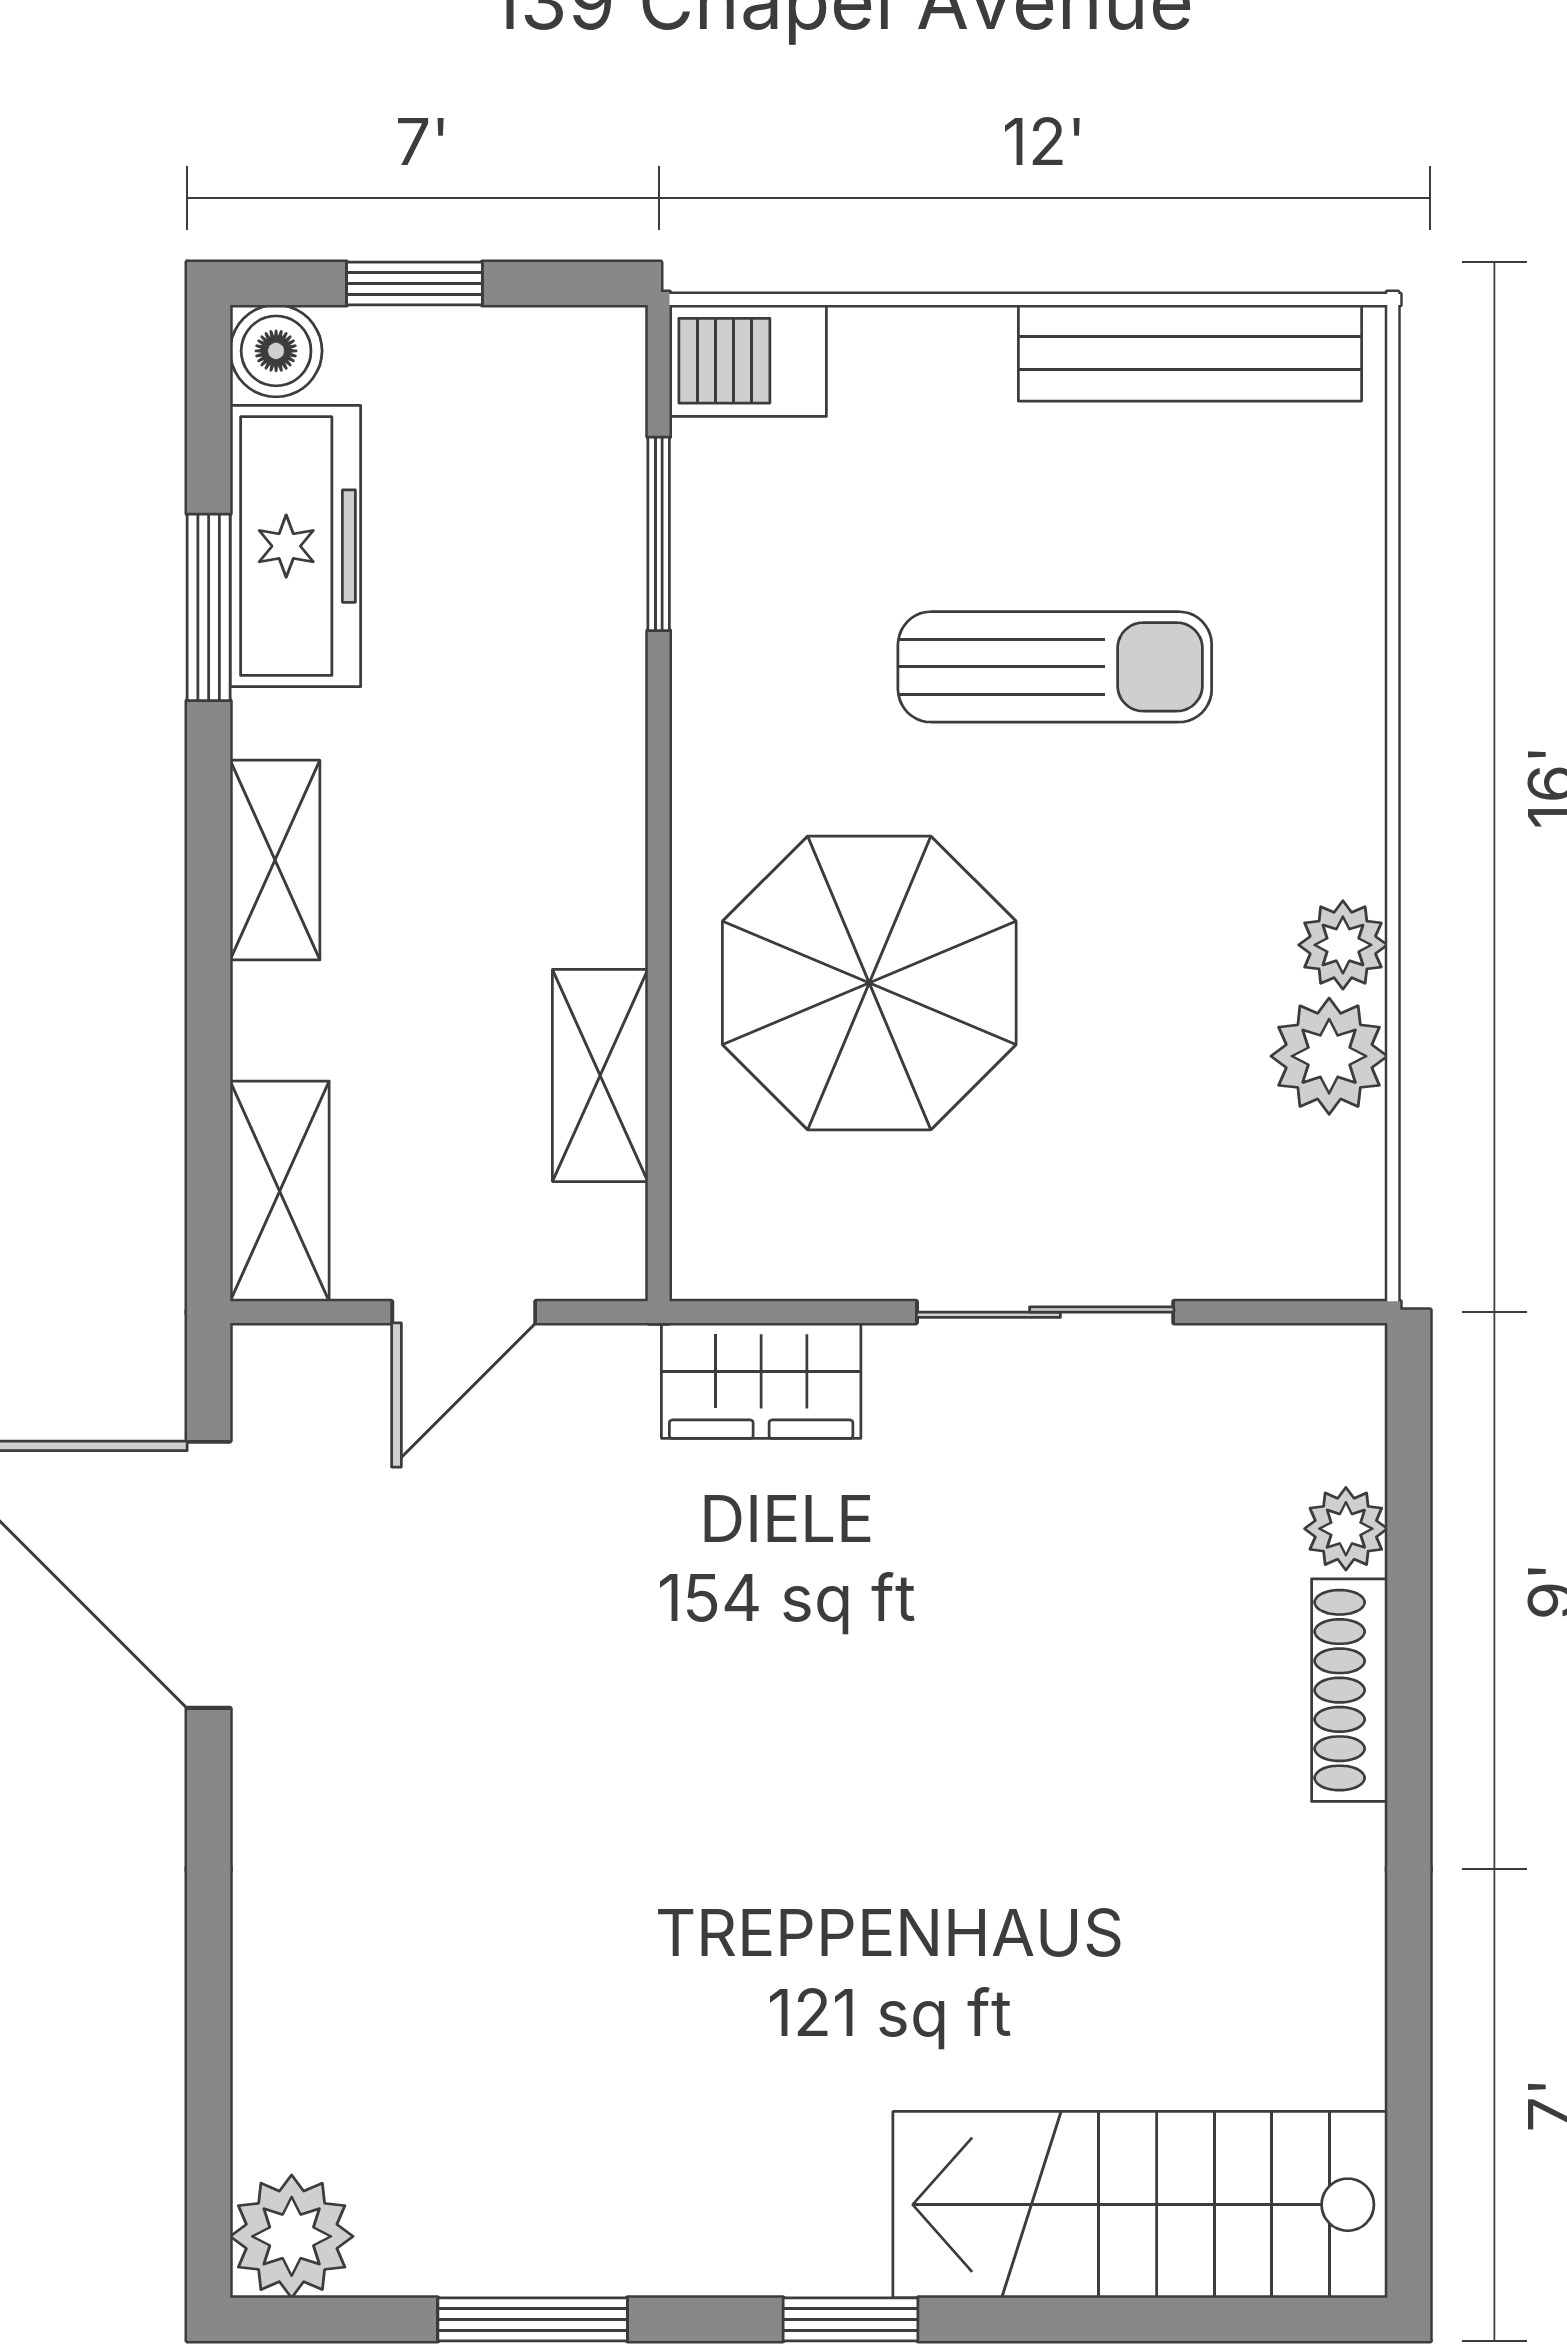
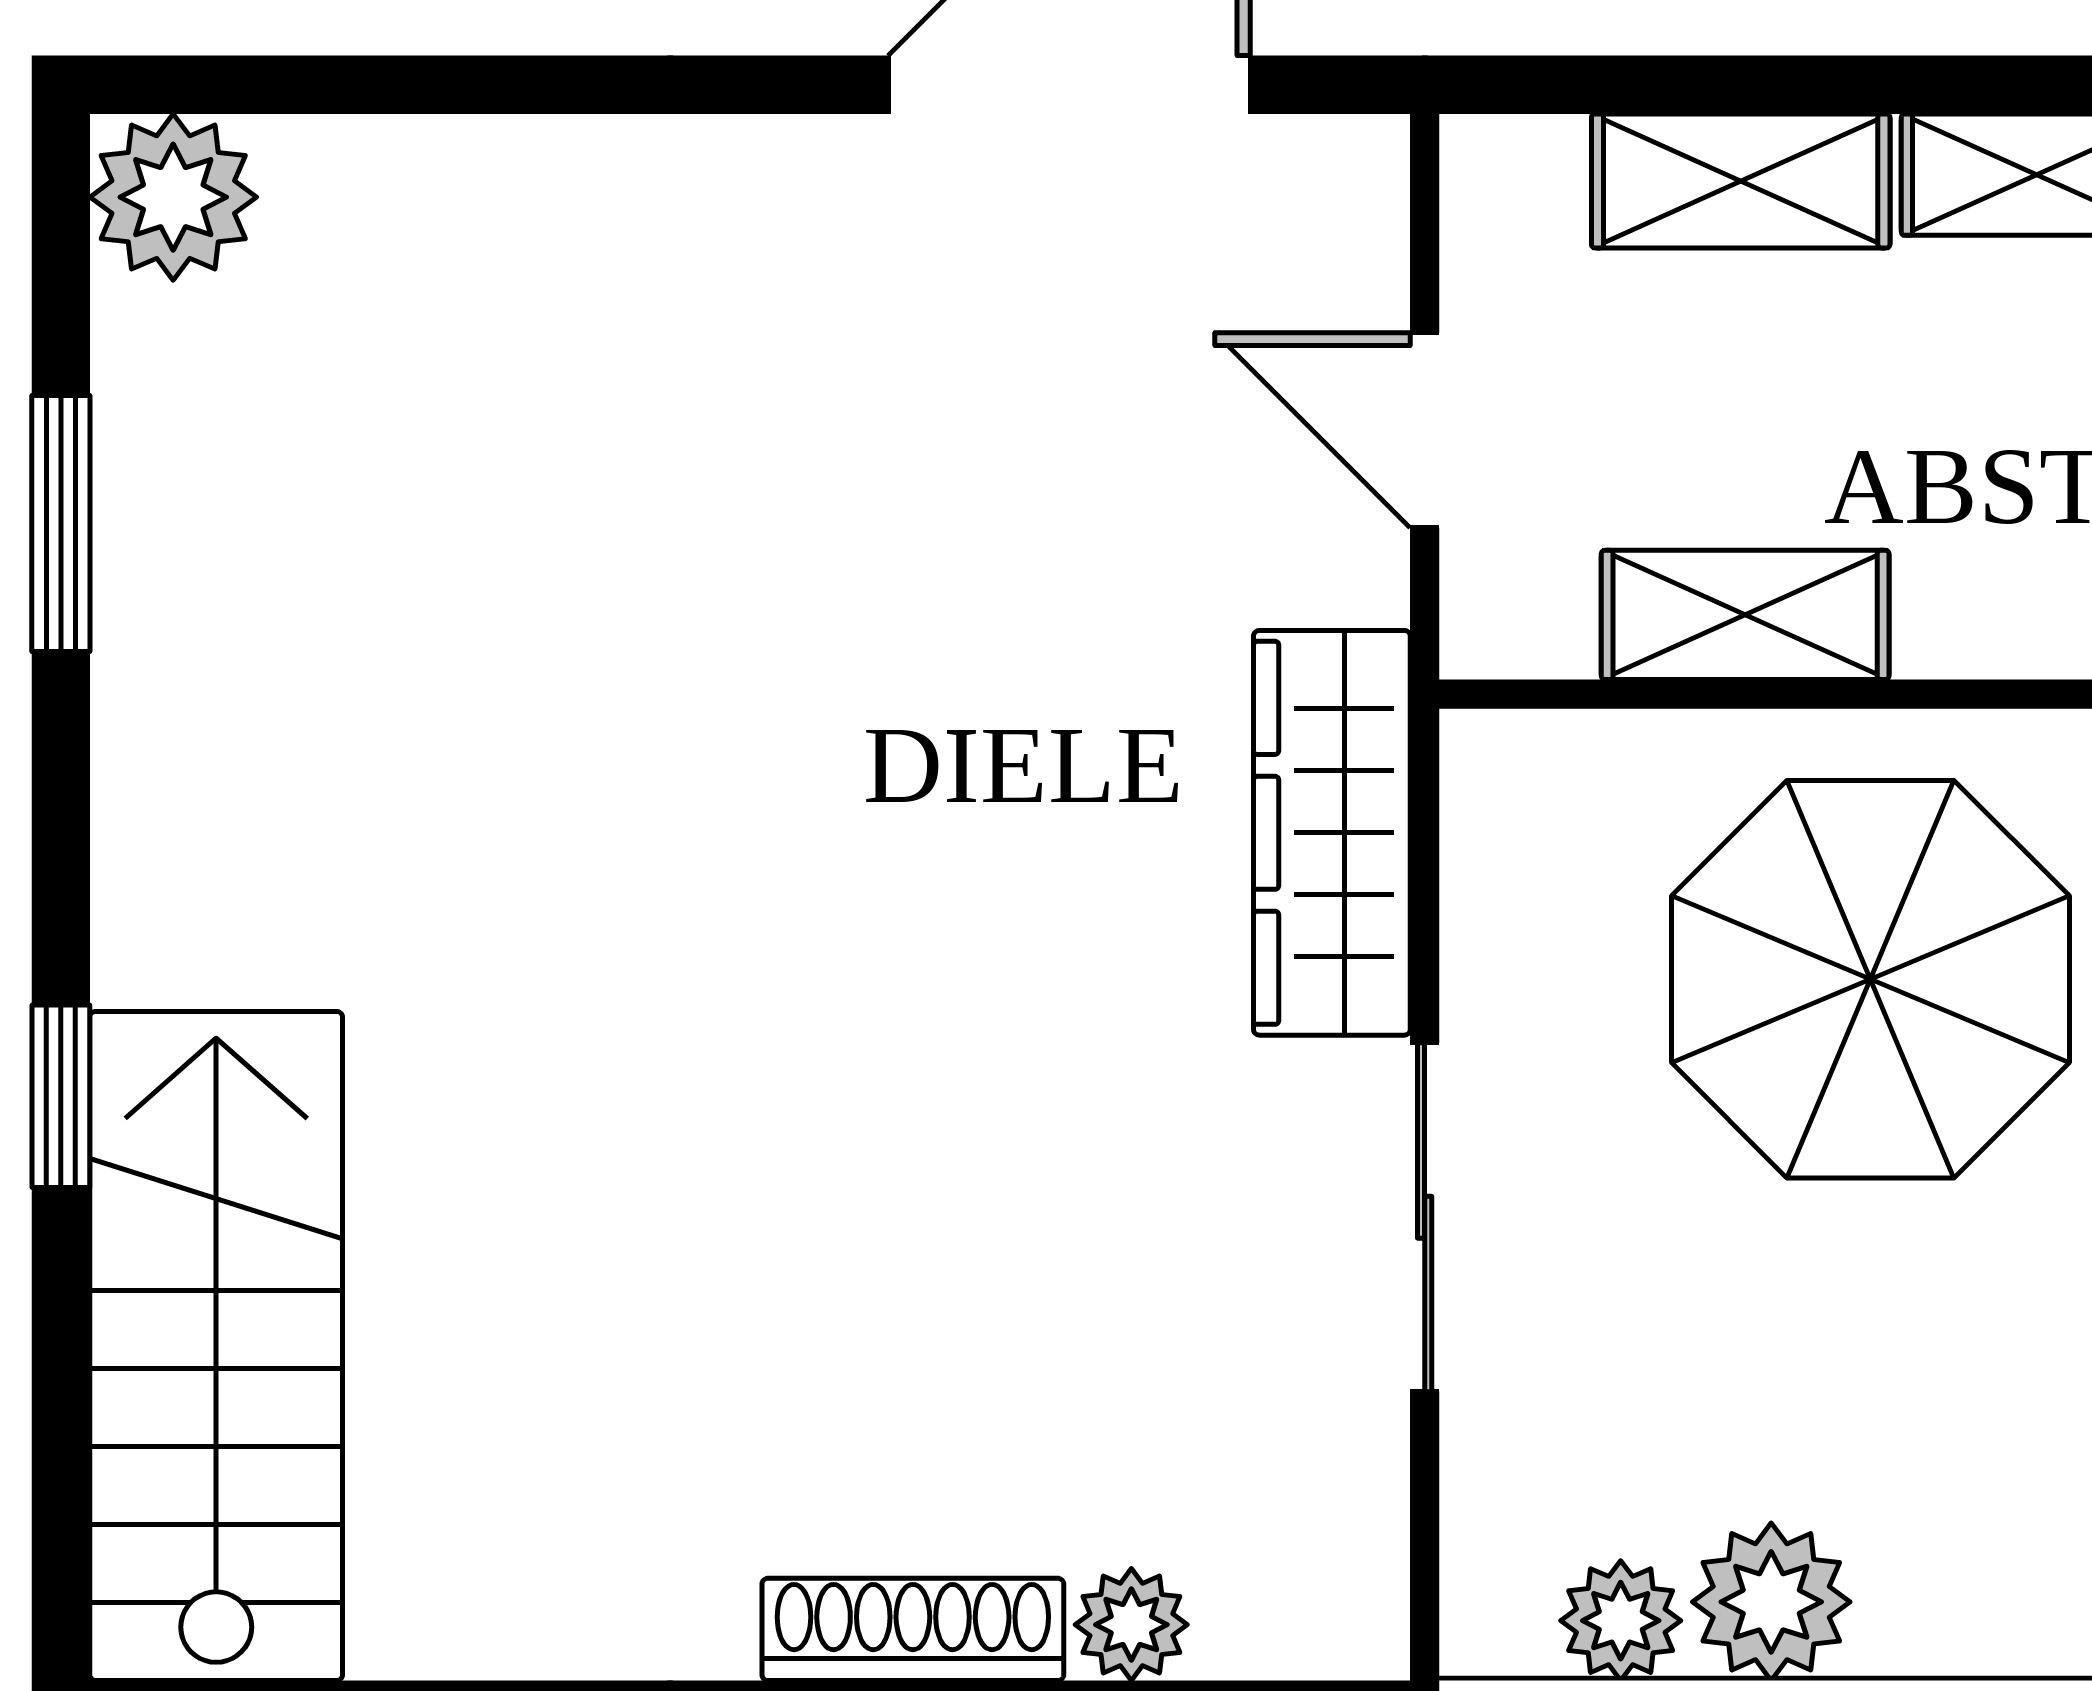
plant: (1343, 945) -> (1621, 1621), moved
shelving: (280, 1191) -> (1741, 181), moved
wardrobe: (761, 1381) -> (1332, 833), width x1.50
window: (850, 2319) -> (61, 1096), moved

